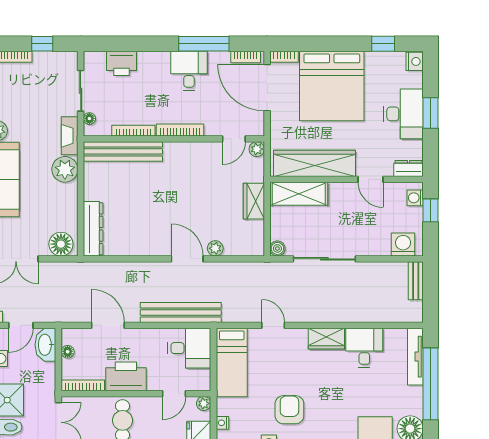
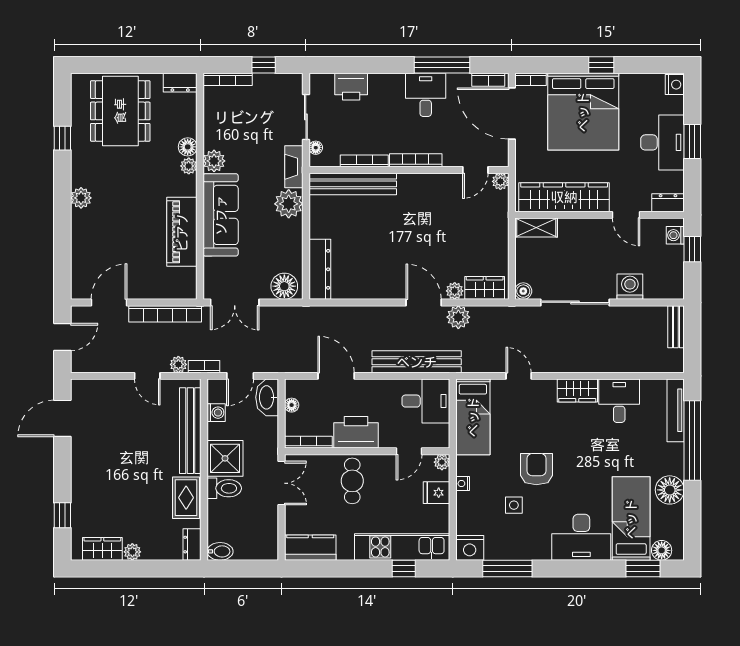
window: (383, 44) -> (601, 65), moved
shelving: (299, 194) -> (536, 227), width x0.67, depth x0.75
wardrobe: (254, 201) -> (485, 288), moved, turned 90
washing machine: (403, 245) -> (630, 287), moved
plant: (219, 272) -> (458, 317), added

